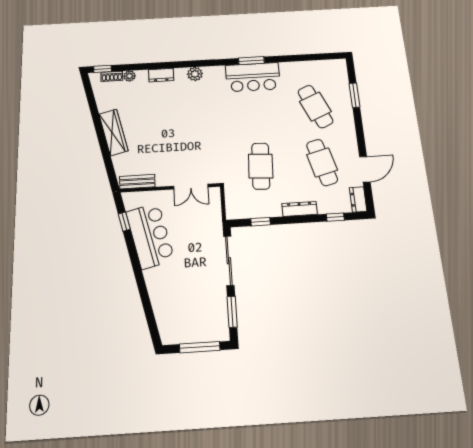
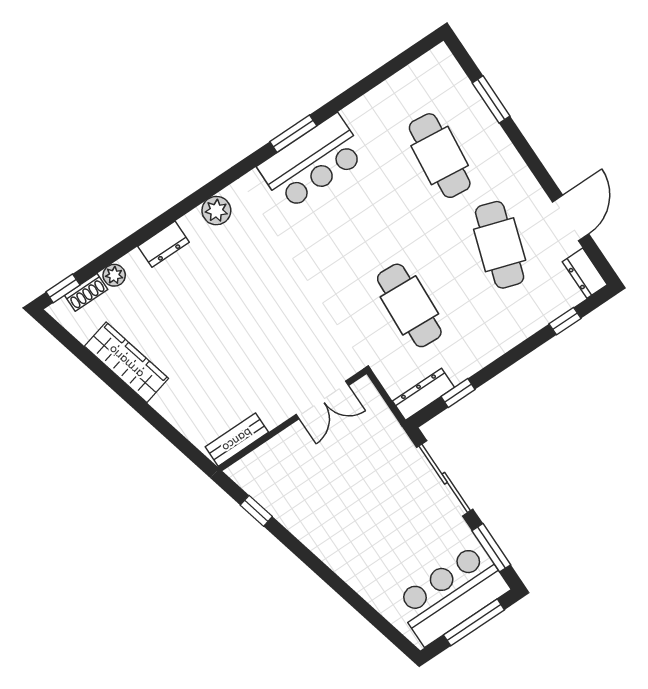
cafe table: (315, 106) -> (440, 156), turned 30
wardrobe: (113, 132) -> (126, 362), moved
cafe table: (322, 162) -> (500, 245), turned 33
dresser: (300, 209) -> (424, 394), moved
bar counter: (150, 236) -> (452, 594), moved, turned -76

